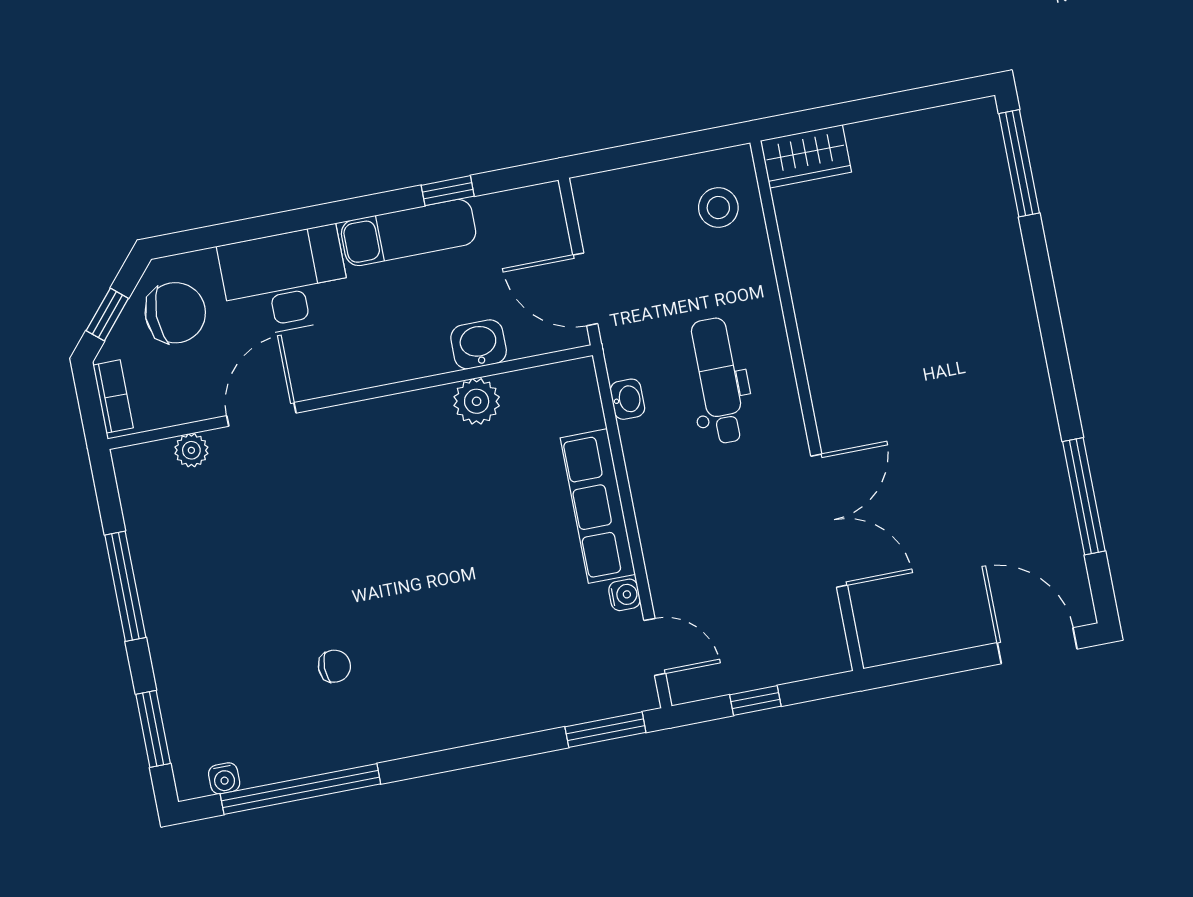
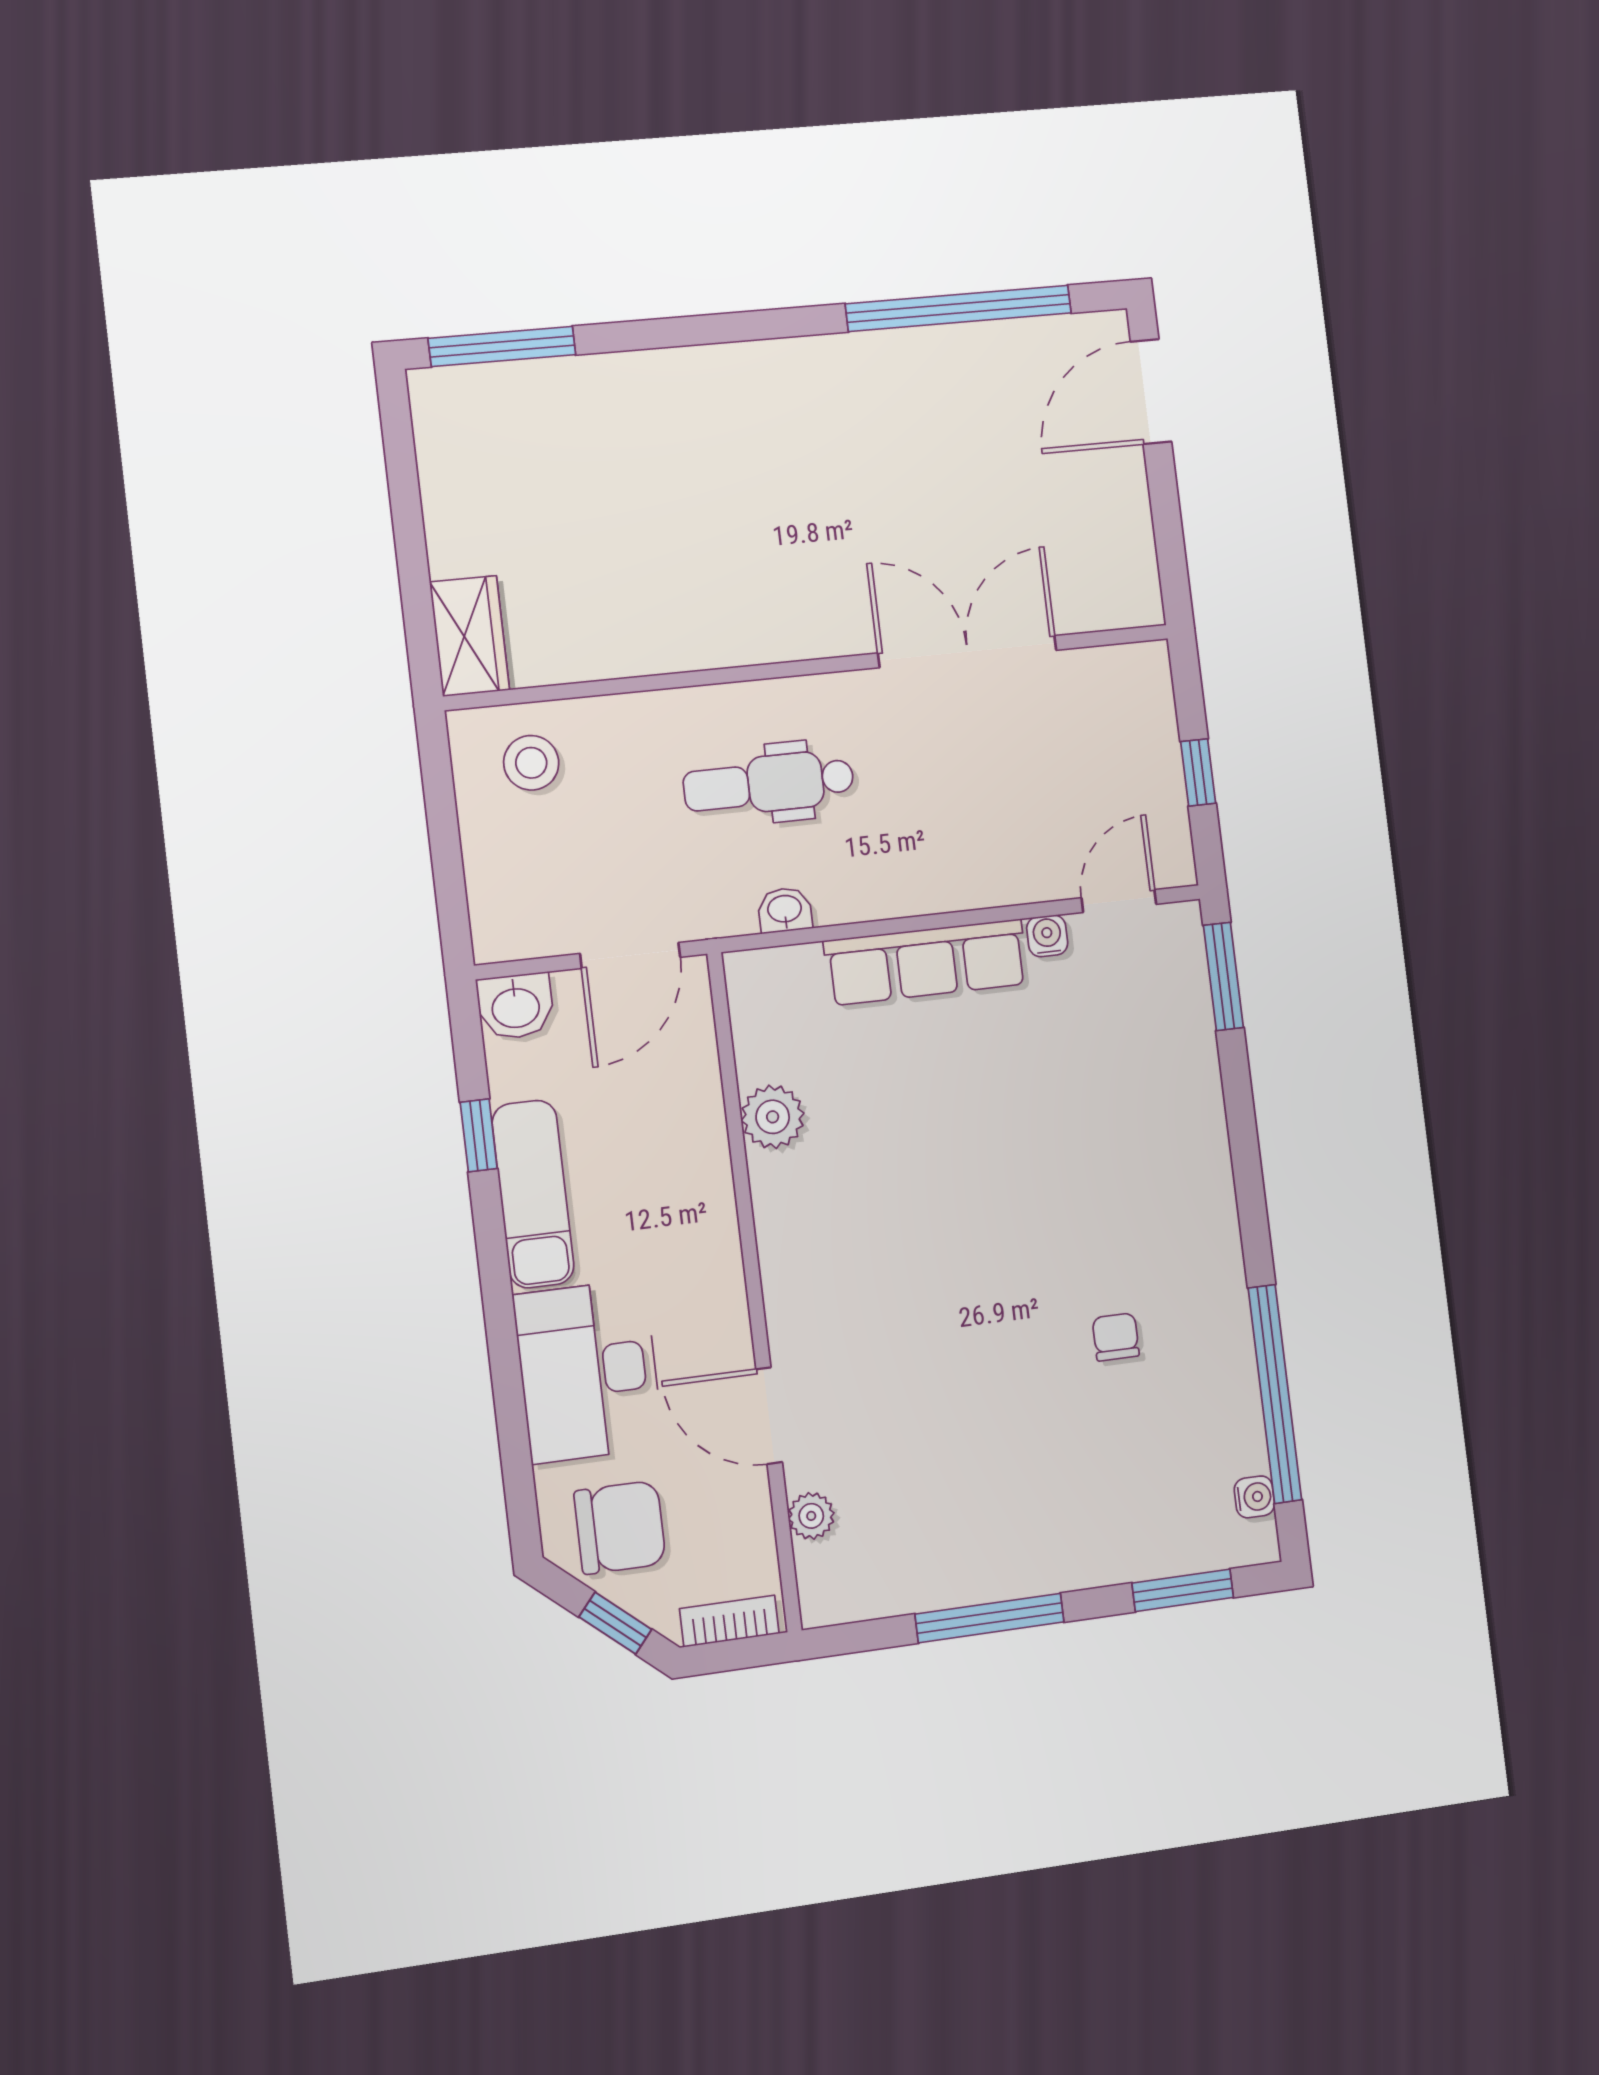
chair: (175, 313) -> (620, 1527), turned 90
washbasin: (479, 344) -> (516, 1006), moved, turned -90
window: (1084, 496) -> (959, 308), width x1.46

